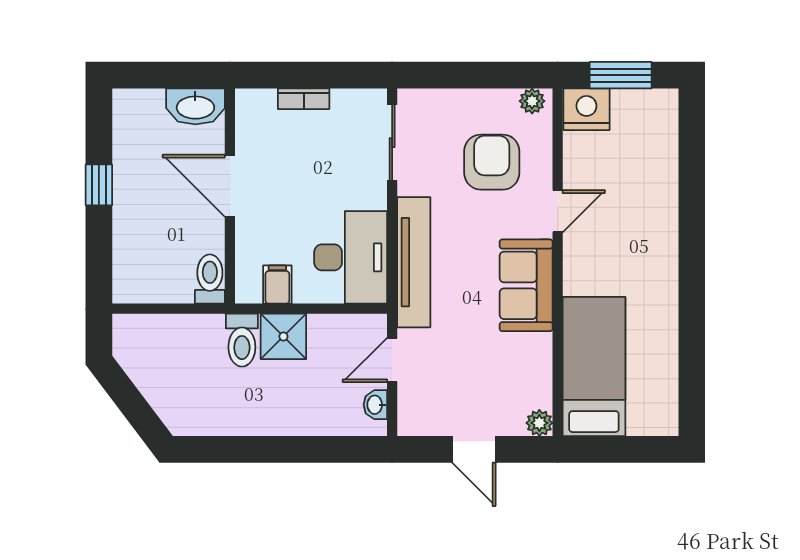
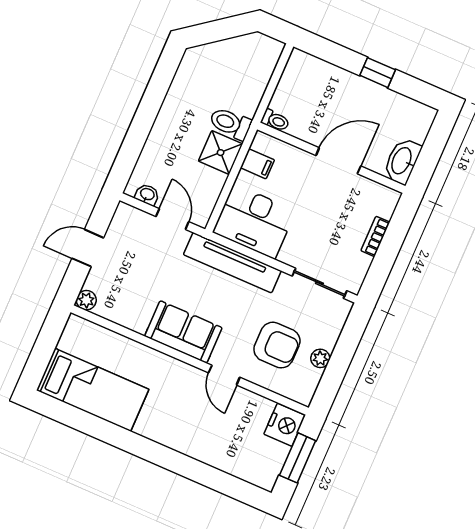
plant: (532, 101) -> (320, 358), moved
toilet: (210, 279) -> (275, 120), width x0.73, depth x0.72
bed: (594, 367) -> (93, 390), moved

